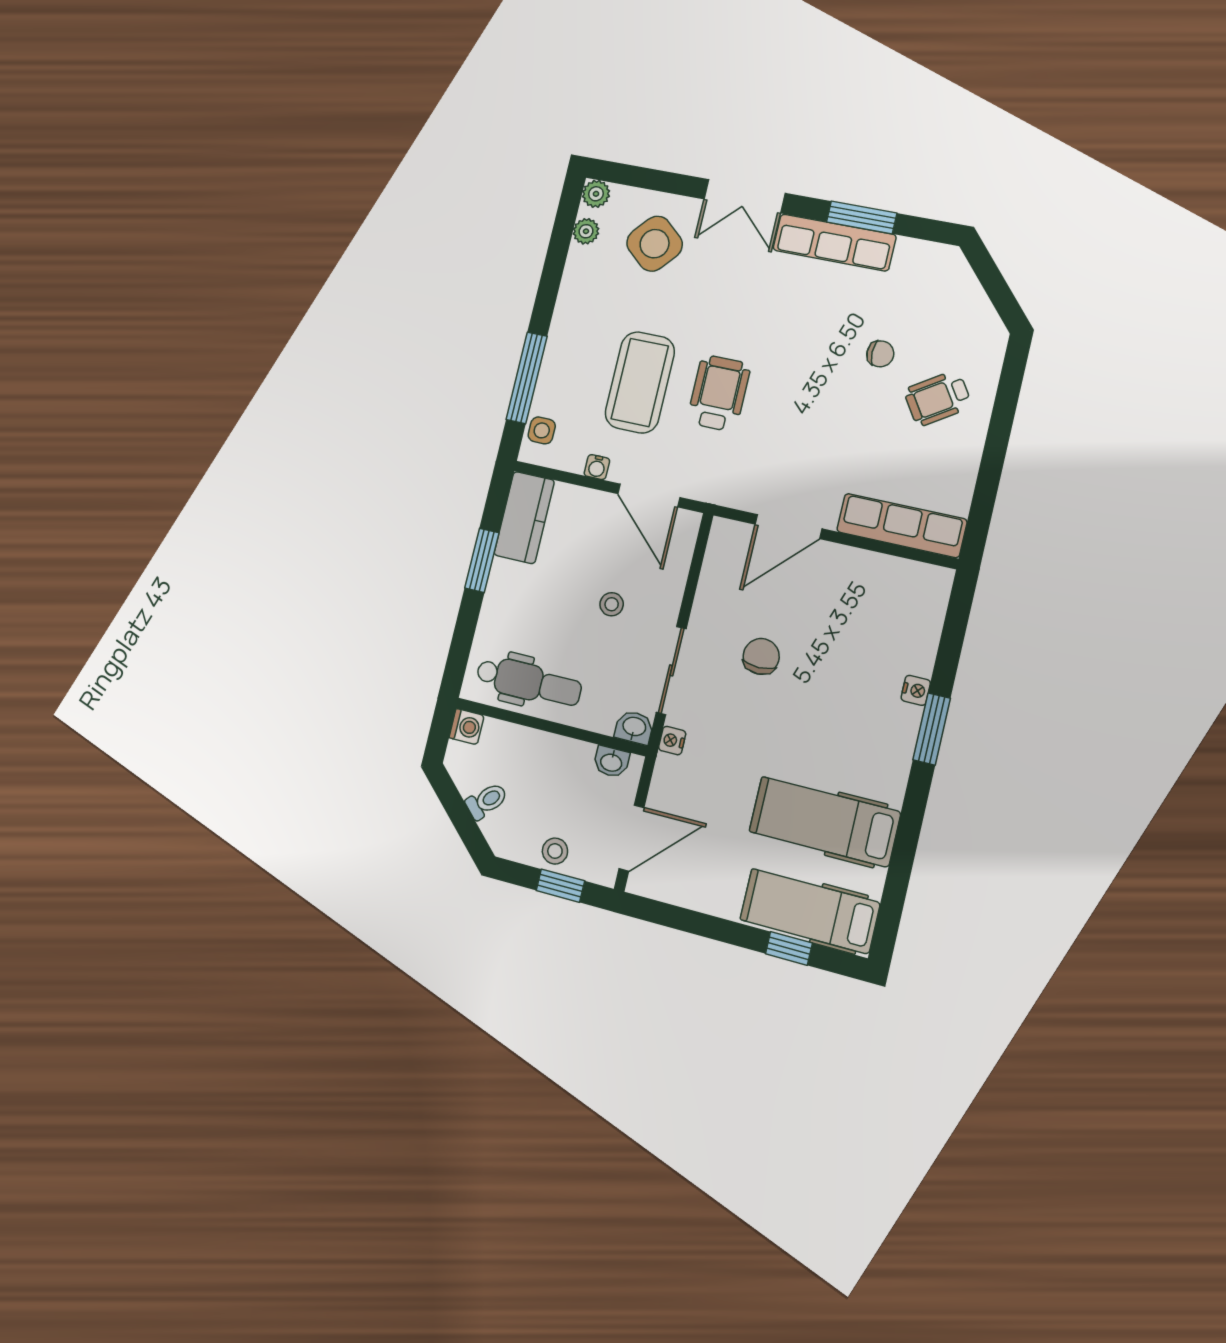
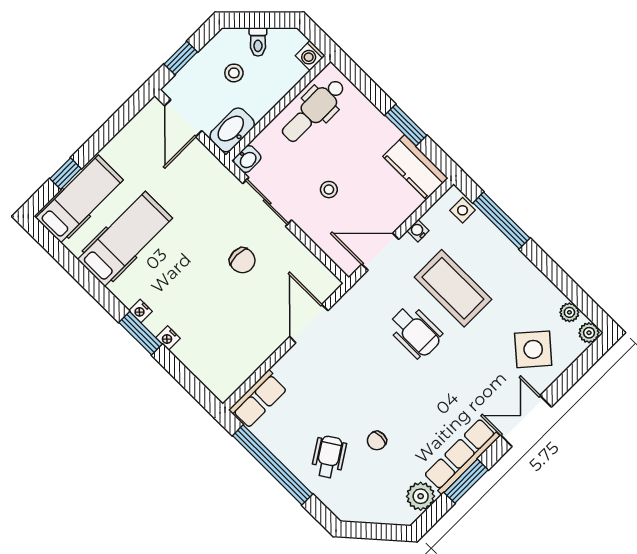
plant: (915, 258) -> (421, 496), added
window: (993, 460) -> (273, 465), added
row of seats: (902, 526) -> (258, 399), width x0.68
nightstand: (672, 741) -> (140, 311), moved, turned 180
washbasin: (611, 762) -> (232, 130), width x1.91, depth x1.45
stool: (555, 851) -> (234, 73), moved

